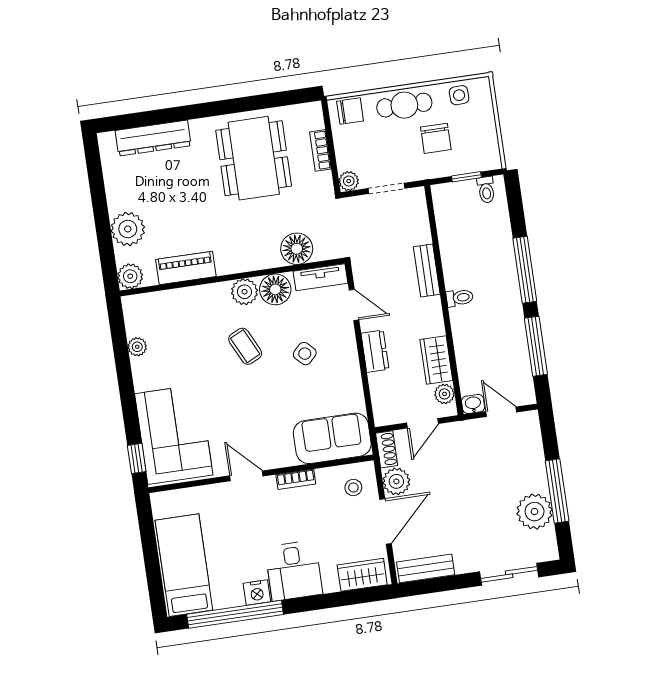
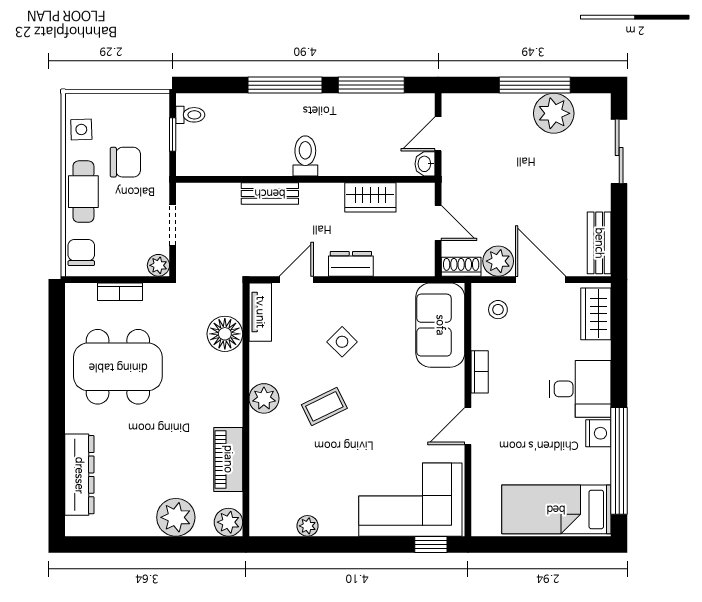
floor lamp: (275, 289) -> (266, 364), removed
toilet: (460, 298) -> (305, 156), width x1.37, depth x1.39
plant: (445, 394) -> (409, 194), removed

